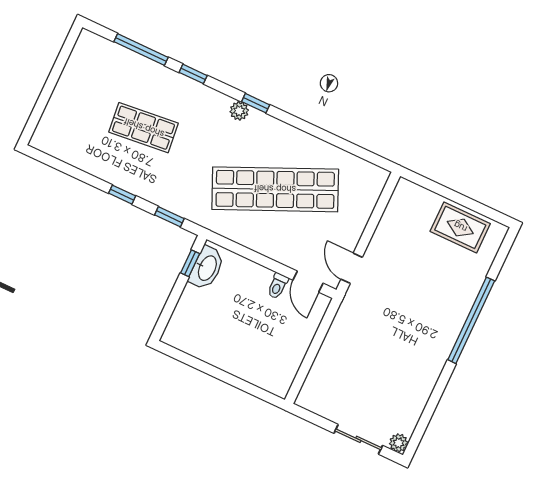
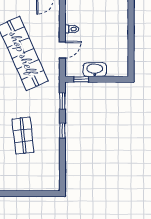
washbasin: (207, 268) -> (95, 70), moved
door: (308, 282) -> (62, 50), moved

